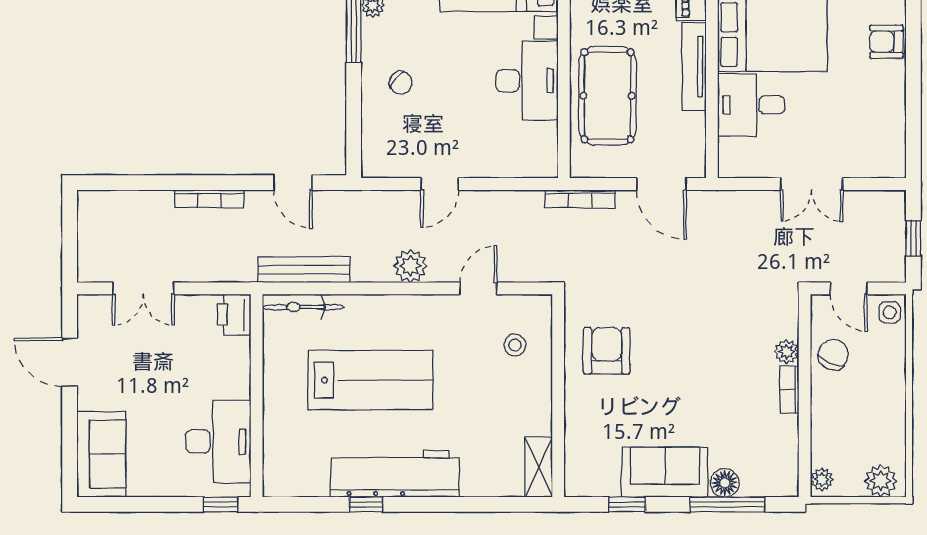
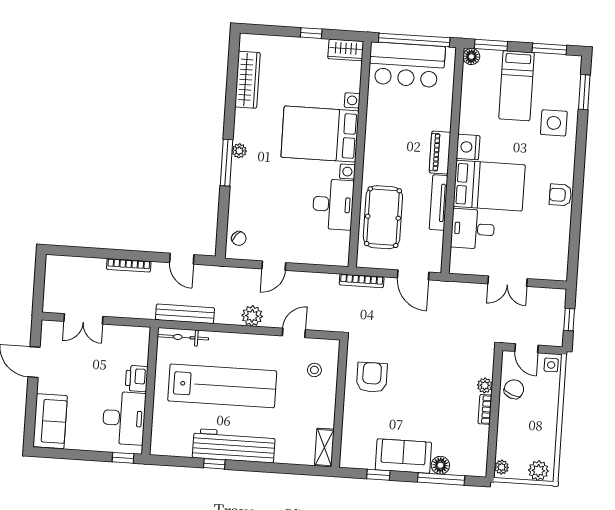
chair: (401, 83) -> (239, 238), moved
printer: (234, 315) -> (137, 378), moved
lab bench: (370, 380) -> (222, 386), width x1.36

